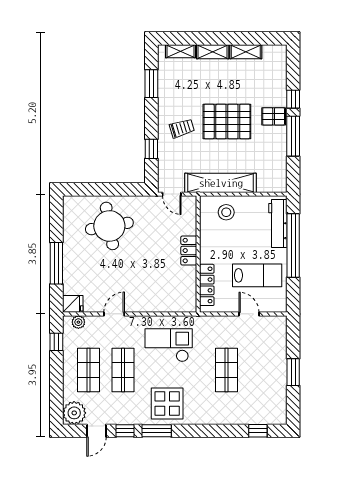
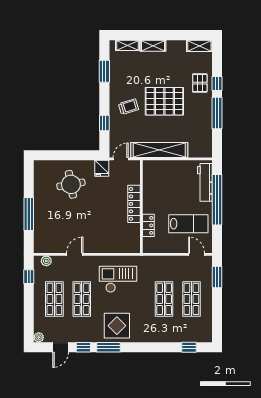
shelving: (246, 52) -> (199, 46), moved
pallet: (274, 116) -> (200, 83), moved, turned 90
door: (172, 194) -> (121, 159), swing flipped
stool: (226, 212) -> (164, 173), removed
round table: (109, 226) -> (71, 184), width x0.73, depth x0.73
locker: (189, 251) -> (134, 204), width x1.53
locker: (207, 285) -> (148, 225), width x0.66
fridge: (73, 304) -> (102, 168), moved, turned 90
door: (249, 314) -> (197, 254), moved
shop shelf: (261, 370) -> (191, 299), added
window: (293, 372) -> (217, 277), moved
plant: (74, 413) -> (39, 337), width x0.53, depth x0.53

